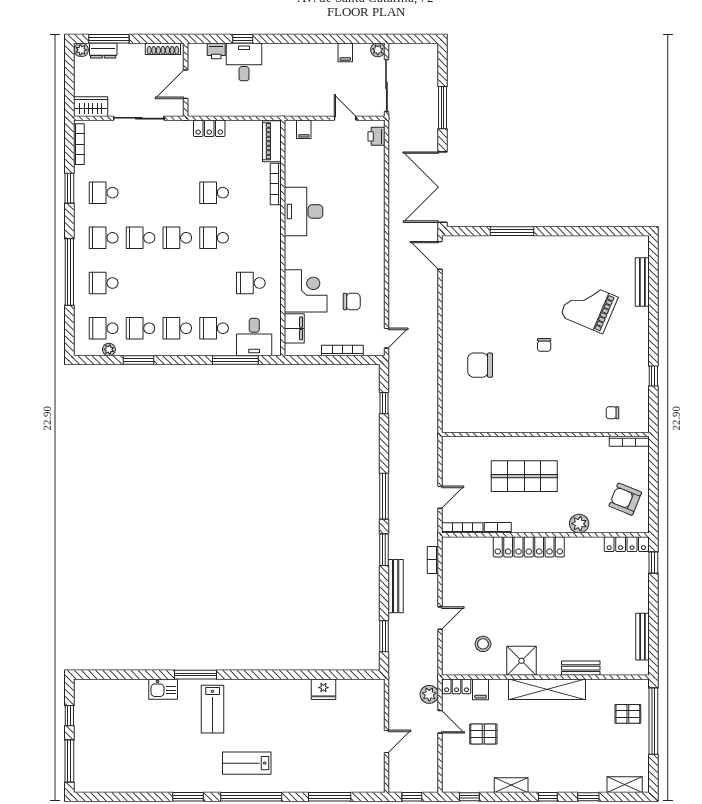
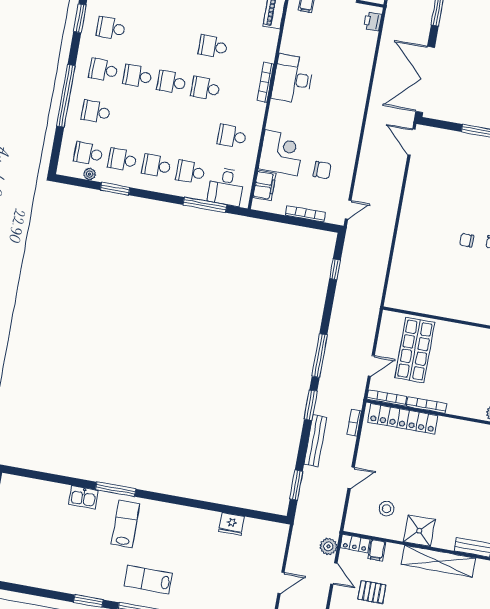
bookcase: (276, 184) -> (265, 82), moved
chair: (480, 365) -> (467, 240), moved, width x0.54, depth x0.54
shop shelf: (524, 476) -> (415, 350), moved, turned 90
bookcase: (498, 528) -> (427, 405), width x1.56
locker: (529, 547) -> (403, 419), moved
lab bench: (213, 709) -> (126, 524), turned 180

